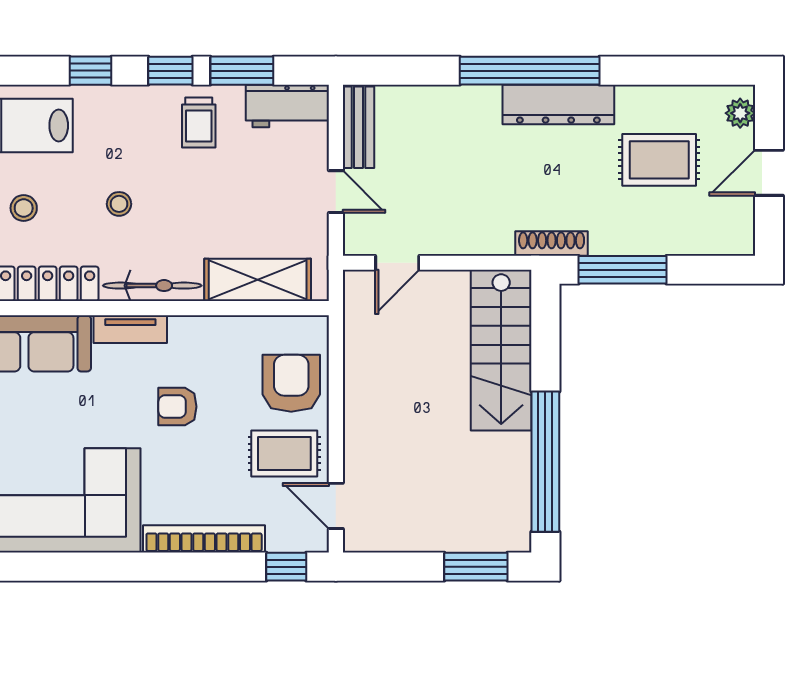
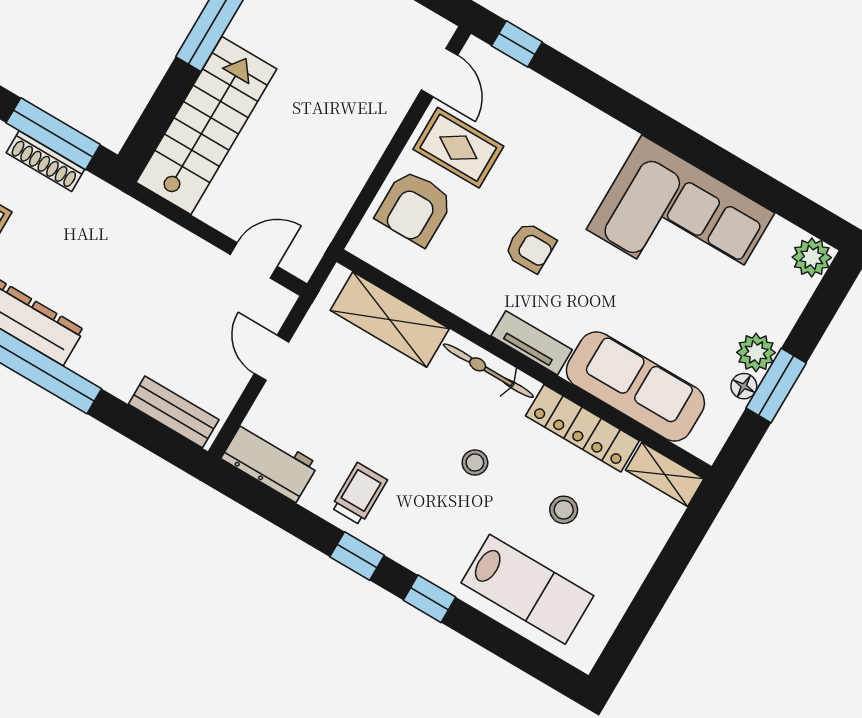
window: (242, 71) -> (292, 518), removed
bench: (358, 127) -> (174, 412), moved, turned 90
shoe rack: (552, 243) -> (45, 161), moved
bookcase: (204, 539) -> (577, 113), removed

